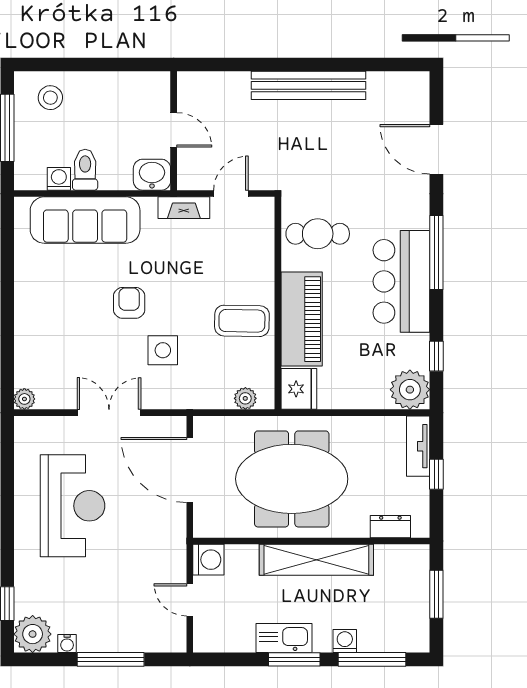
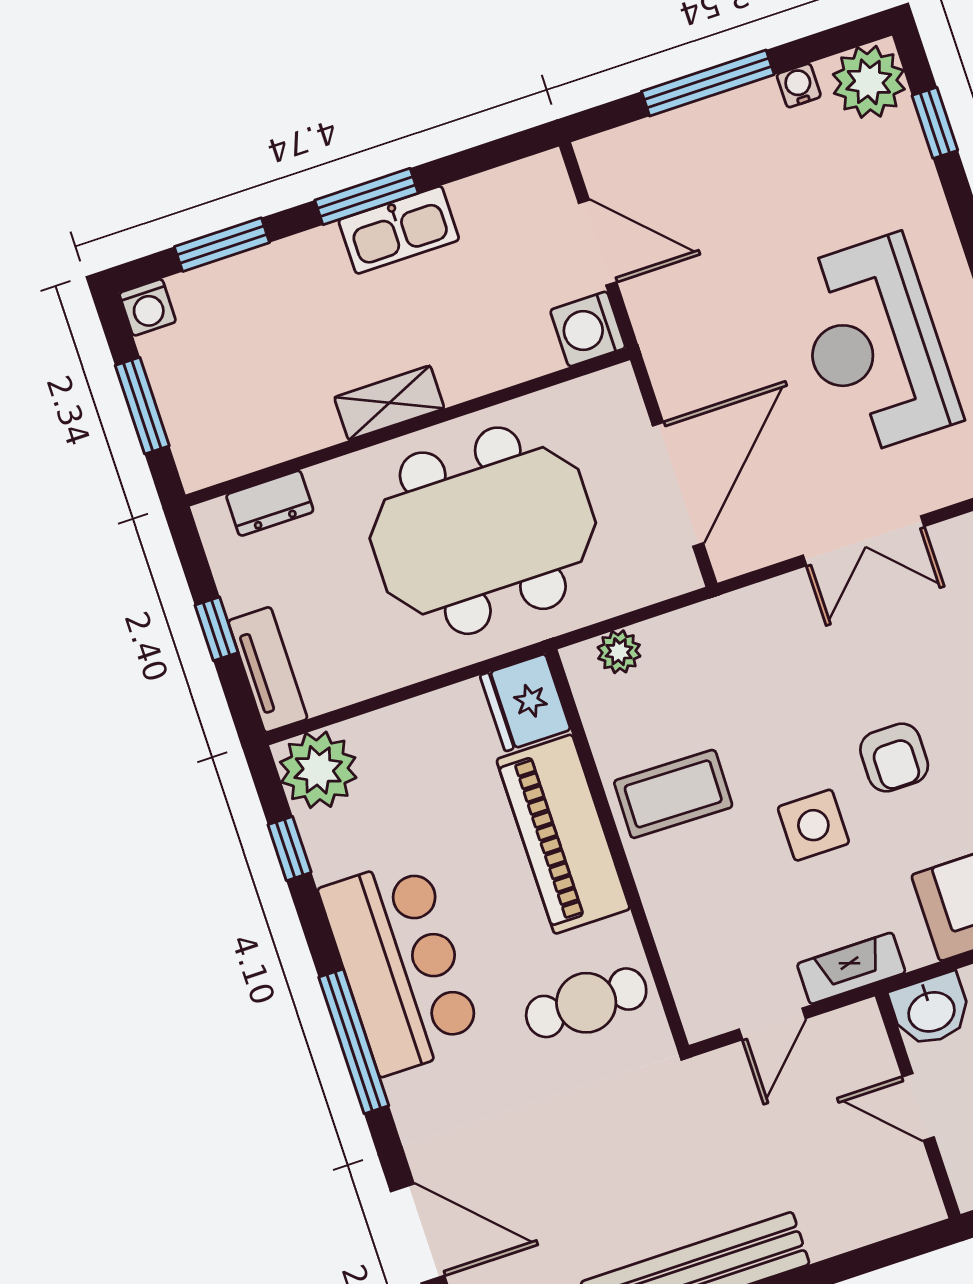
side table: (163, 350) -> (813, 825), moved
door: (190, 470) -> (678, 484), hinge flipped
shelving: (316, 560) -> (389, 403), width x0.45, depth x0.75
door: (190, 600) -> (598, 243), width x1.38
washing machine: (345, 641) -> (148, 307), moved
window: (372, 659) -> (222, 245), width x0.69

